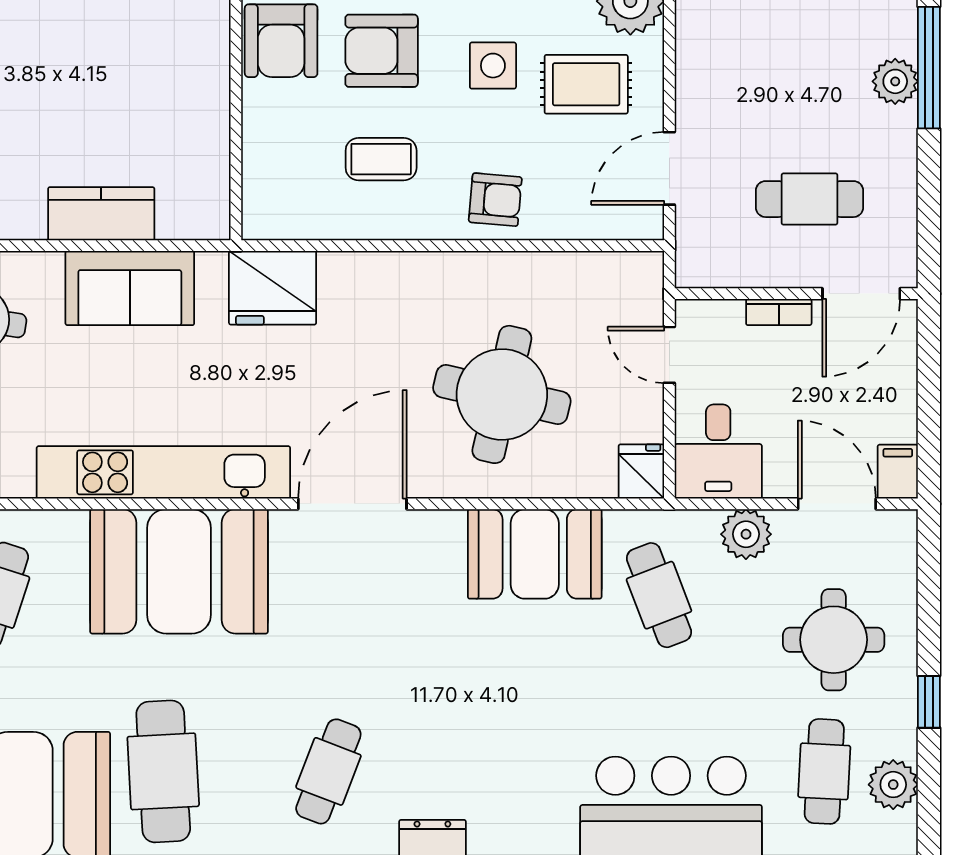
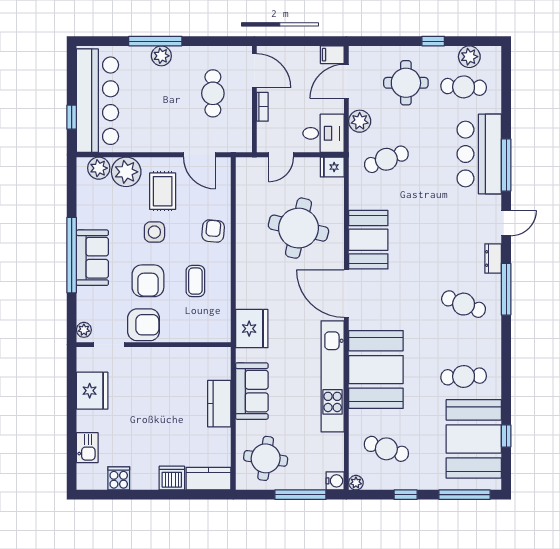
booth: (535, 554) -> (368, 240), moved
cafe table: (163, 771) -> (464, 376), width x0.73, depth x0.74

